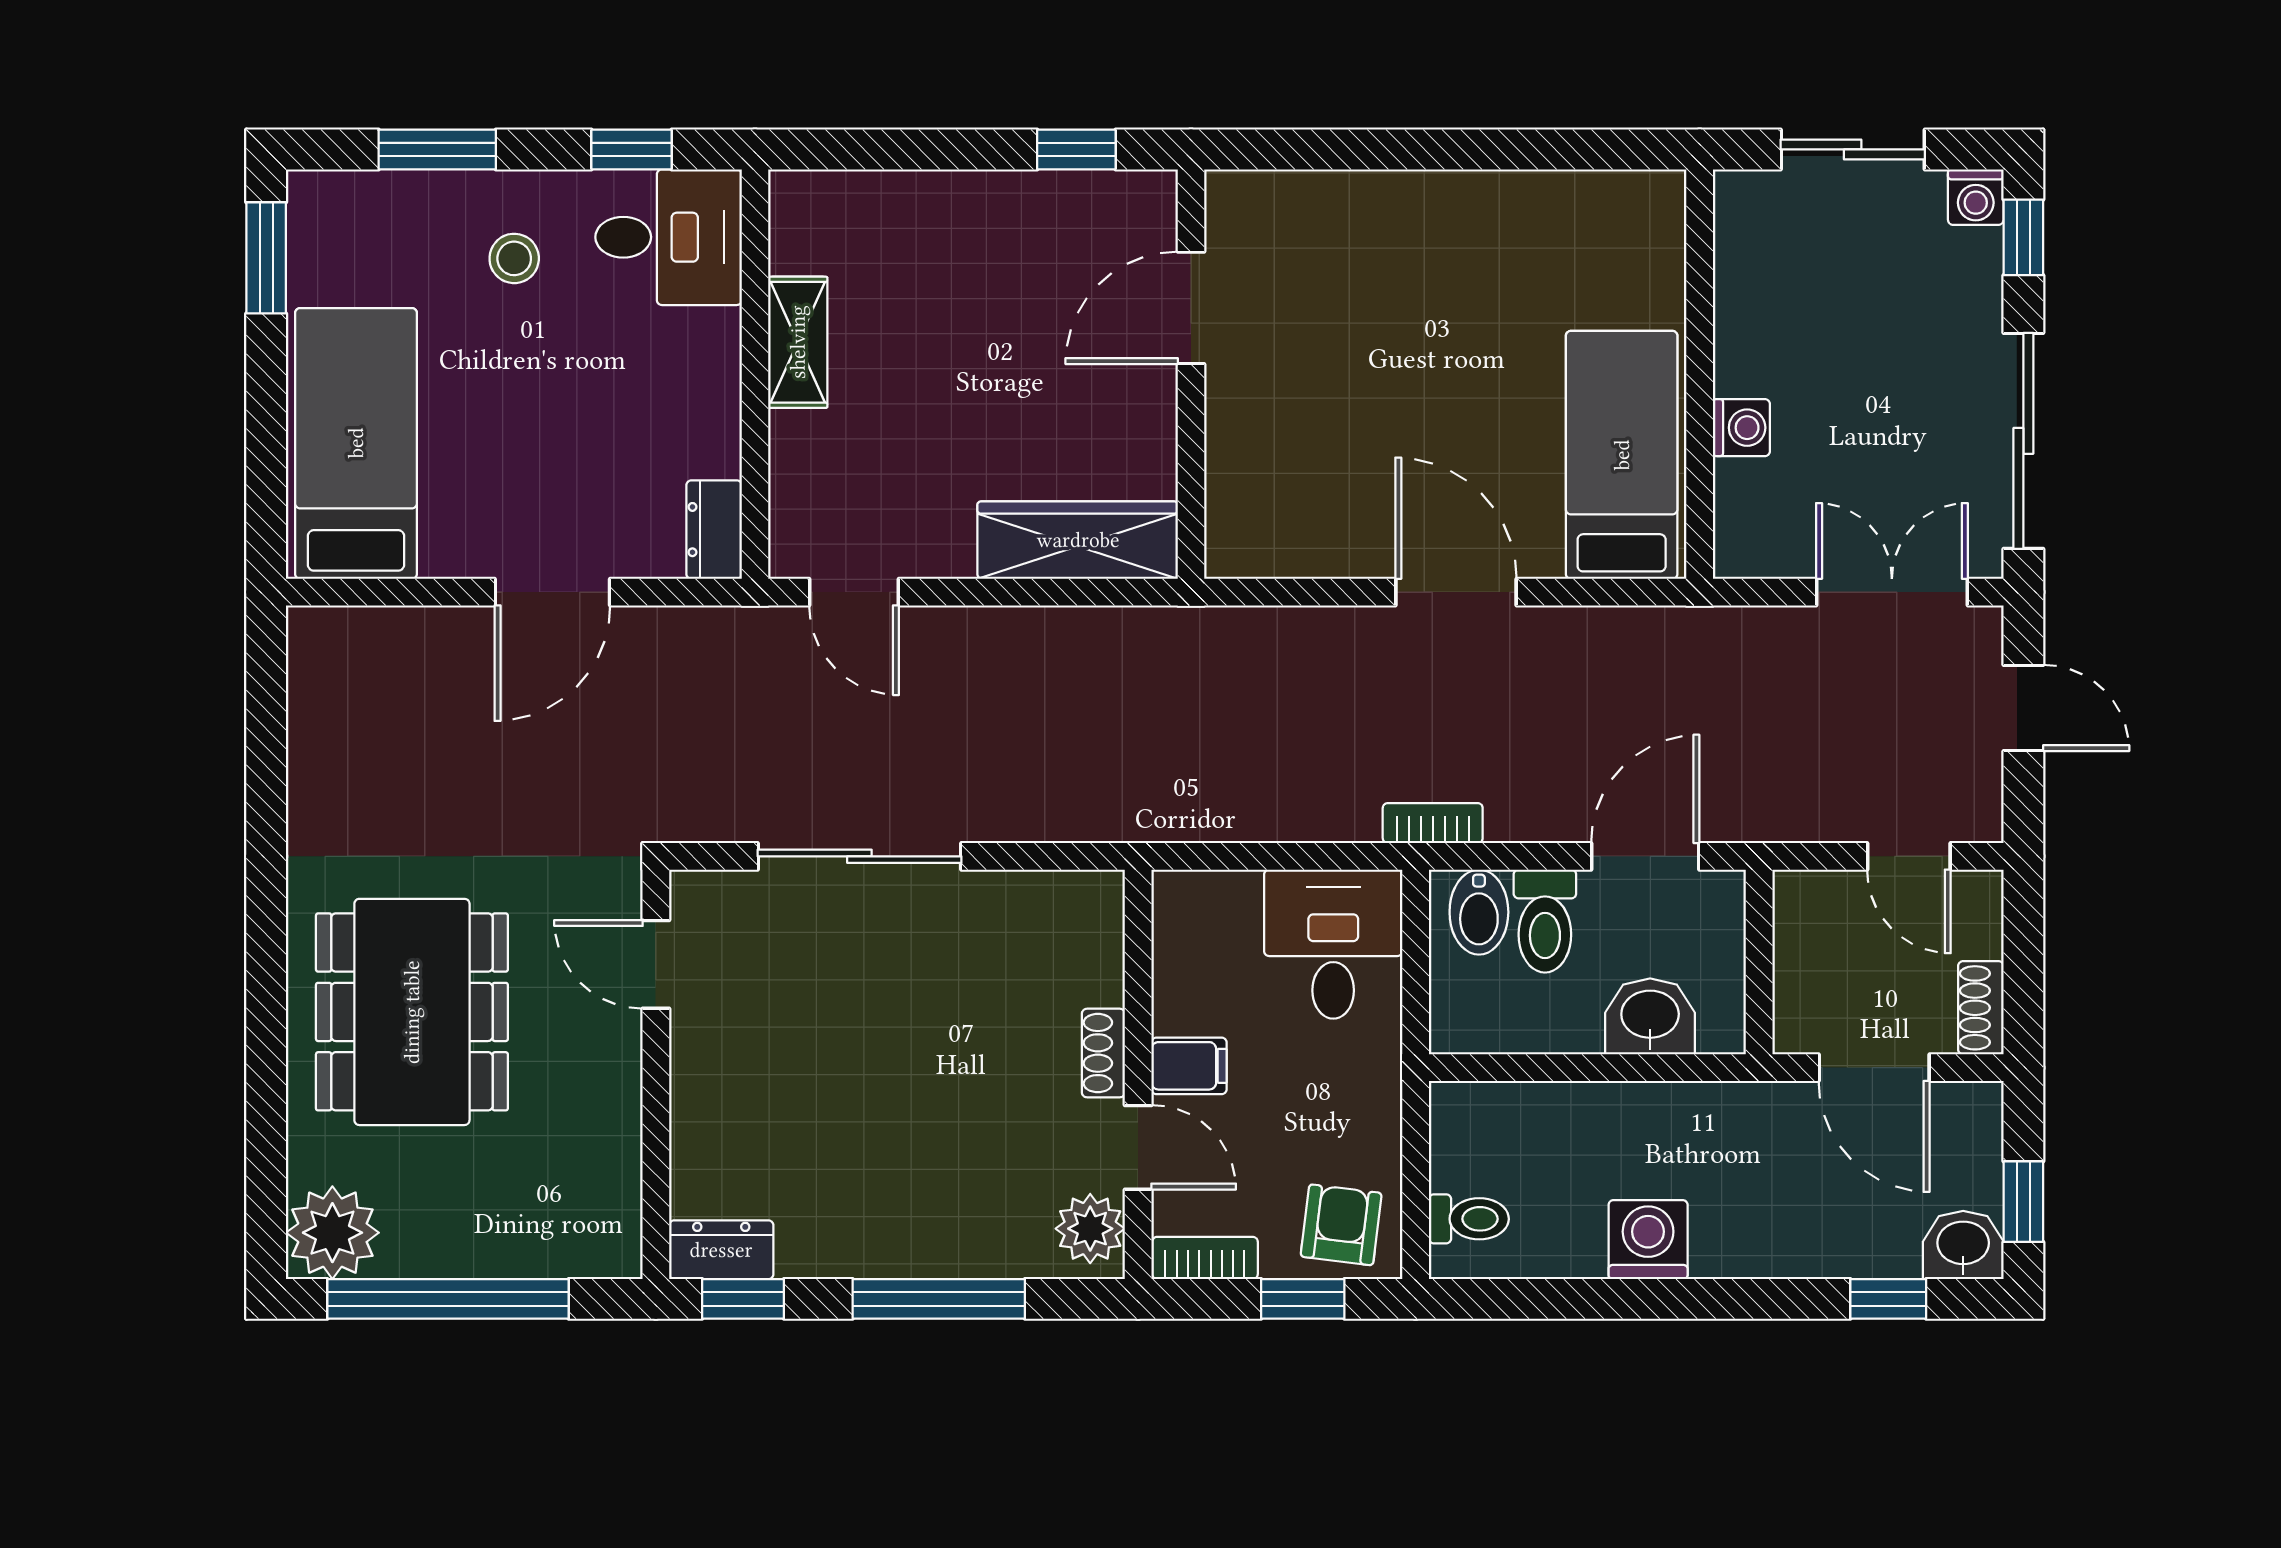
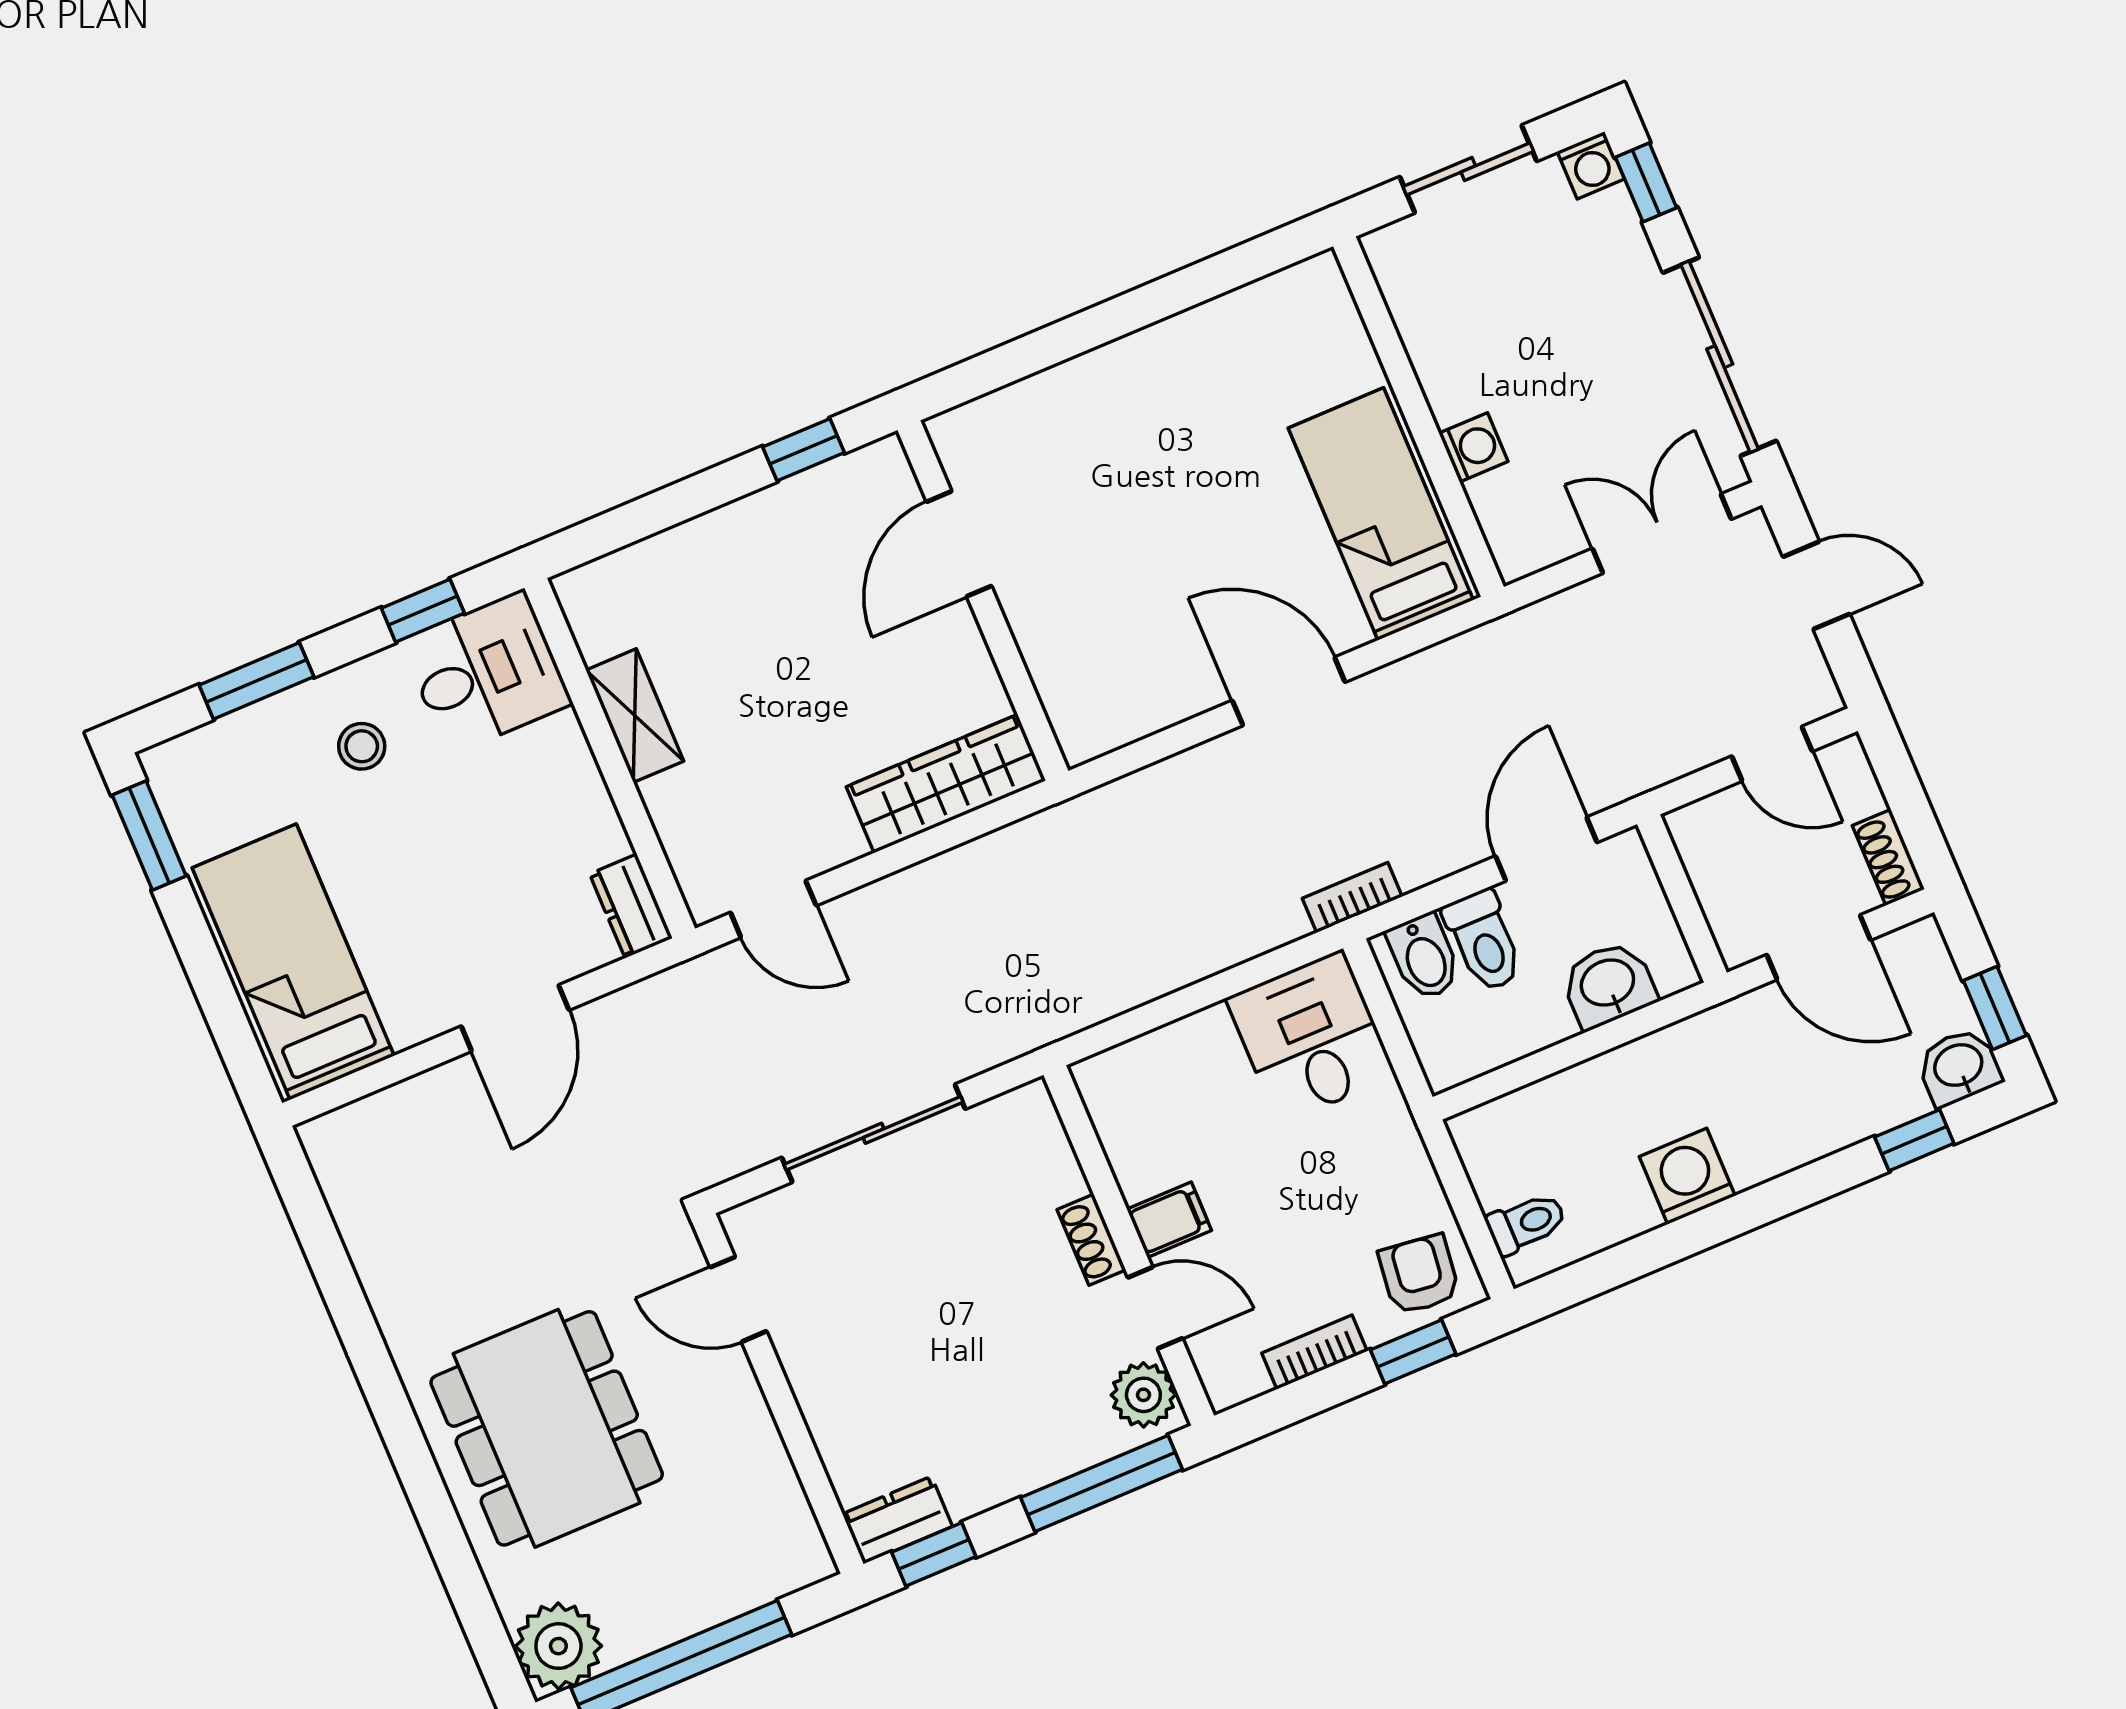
shoe rack: (1103, 1053) -> (1091, 1240), moved
filing cabinet: (1189, 1066) -> (1169, 1220), moved
wall: (1138, 1074) -> (1129, 1245), moved
door: (1138, 1147) -> (1155, 1308), moved
plant: (1090, 1229) -> (1143, 1395), moved

